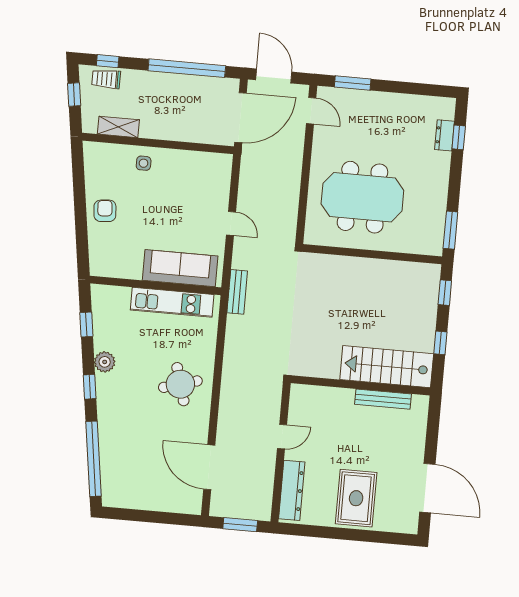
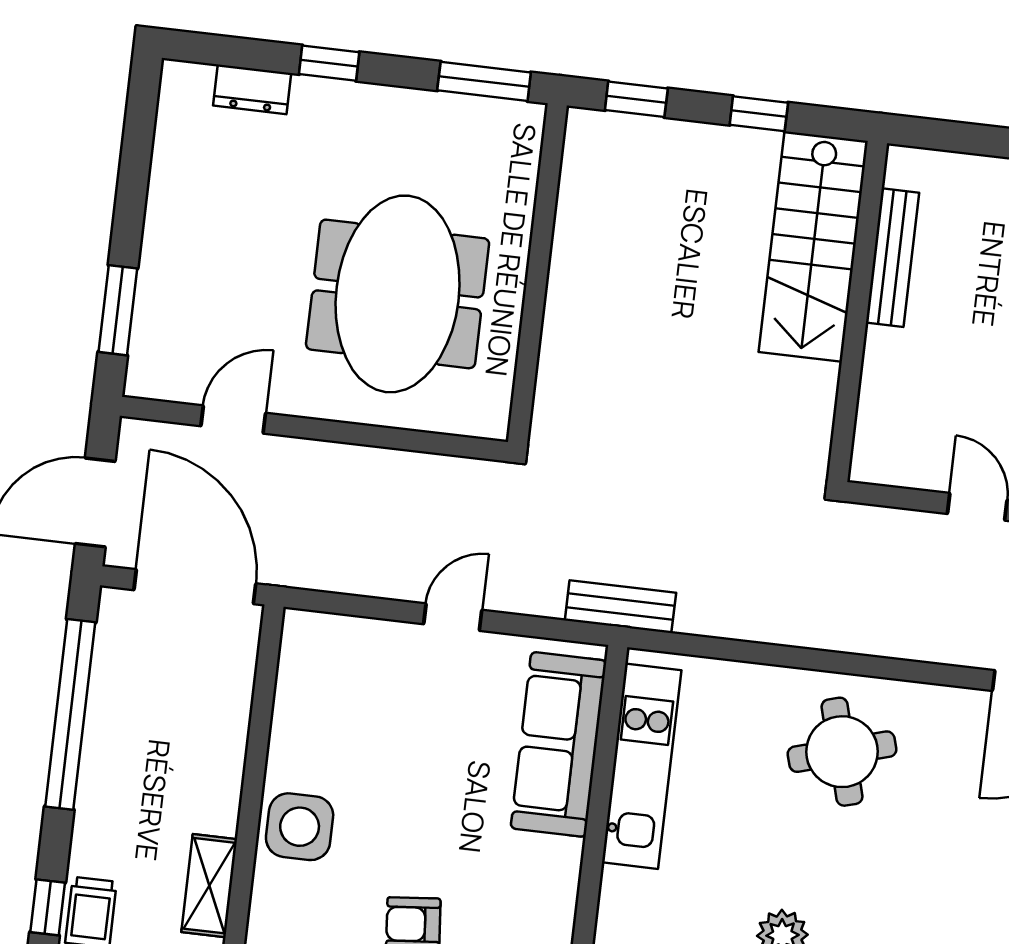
door: (311, 111) -> (233, 419), moved
window: (459, 137) -> (329, 63), moved
side table: (144, 163) -> (300, 827), width x1.87, depth x1.87

